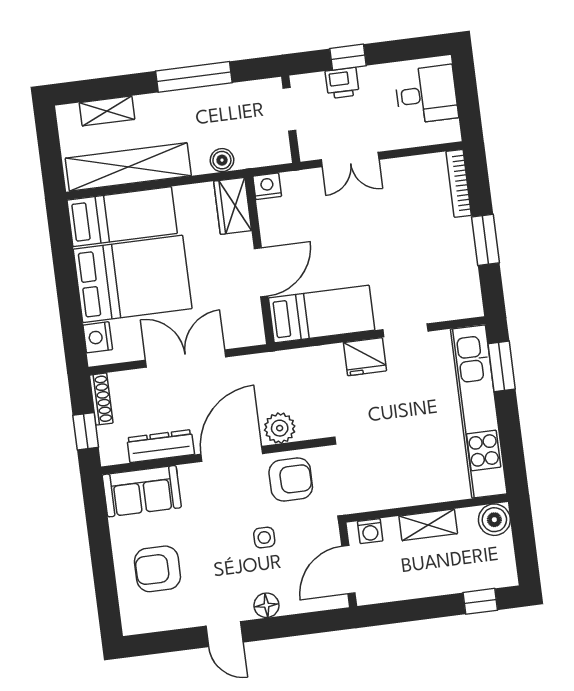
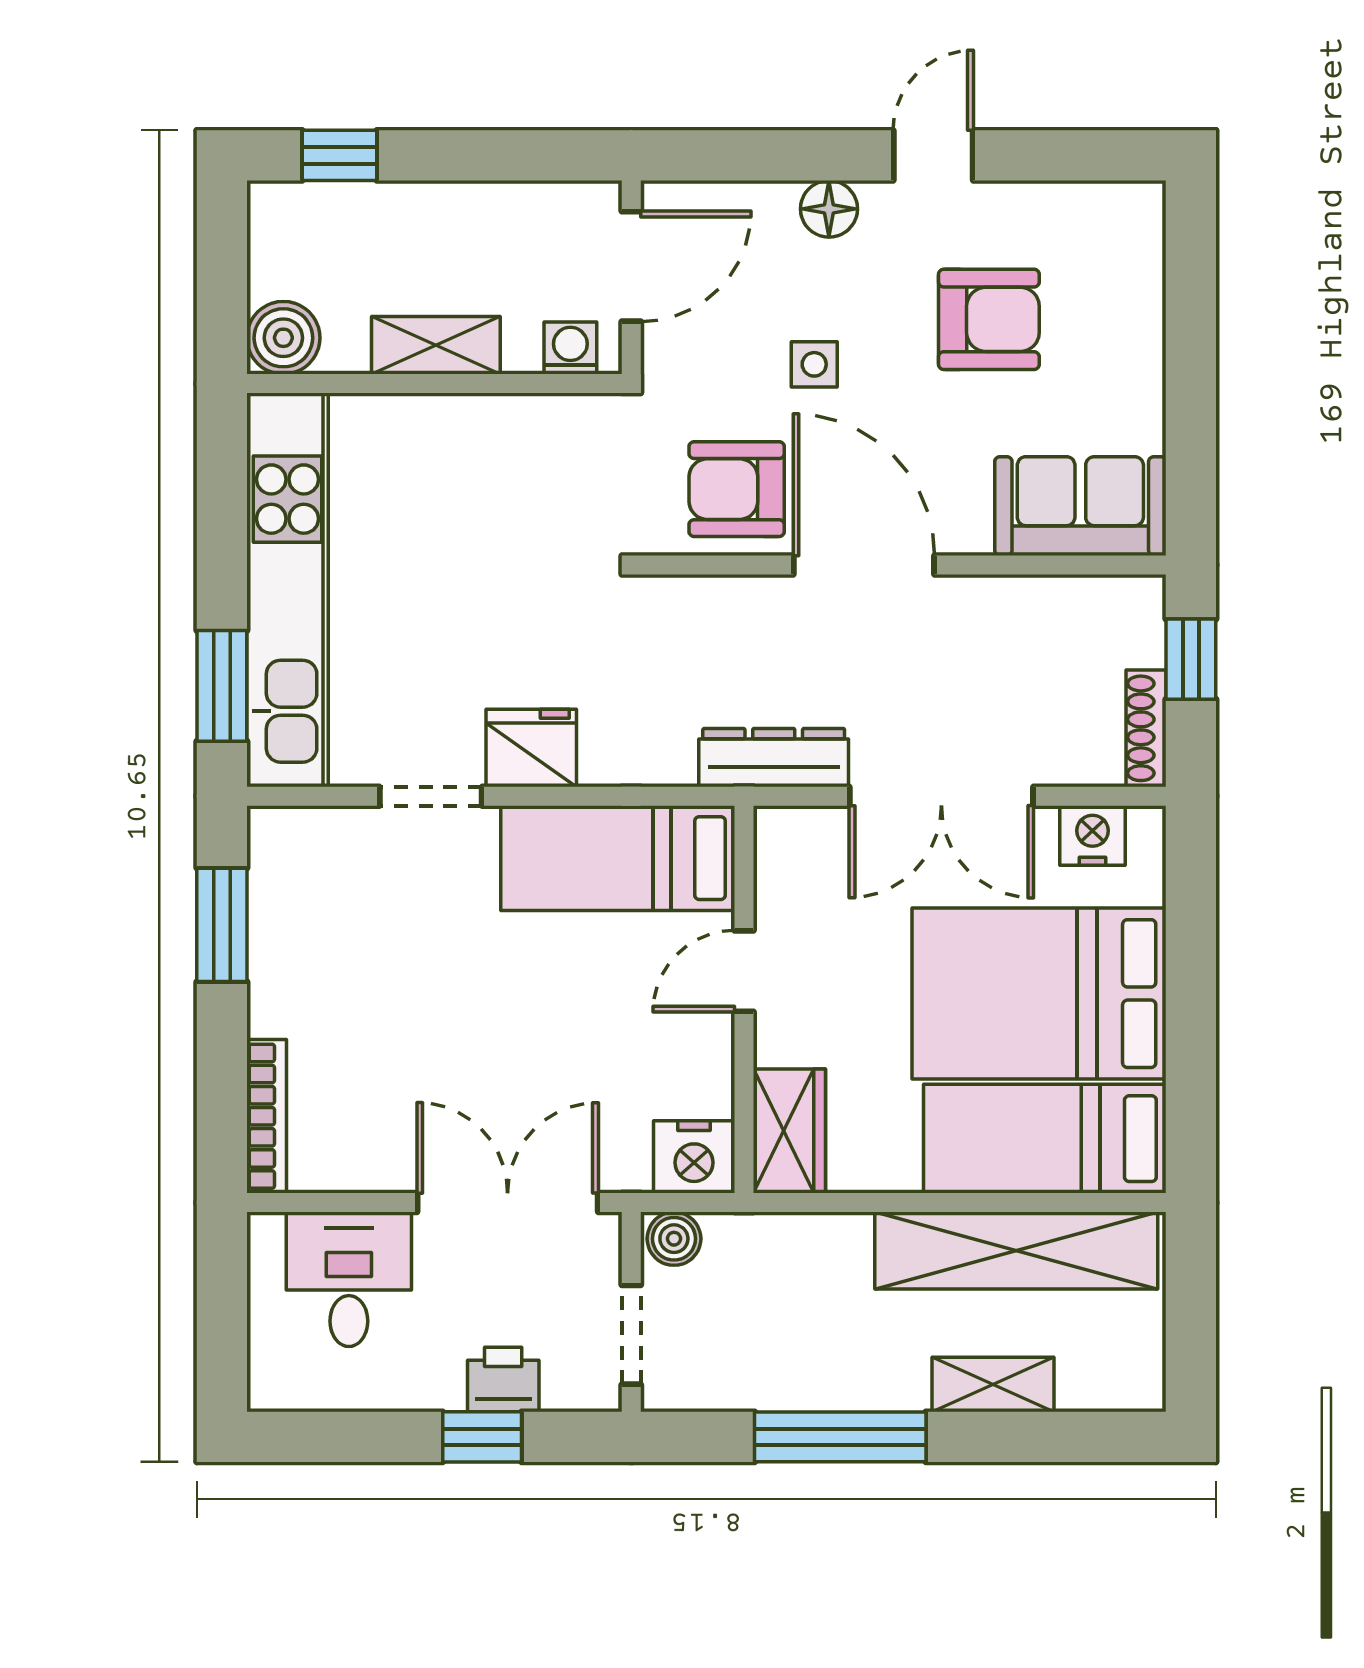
desk: (426, 94) -> (349, 1279), moved, turned 90
shelving: (107, 111) -> (993, 1385), moved
boiler: (222, 160) -> (674, 1239), moved
double door: (350, 160) -> (508, 1203), width x1.37
nightstand: (267, 186) -> (694, 1157), width x1.36, depth x1.33
window: (485, 240) -> (222, 925), moved
door: (261, 272) -> (744, 971), width x0.73
nightstand: (98, 337) -> (1093, 836), moved, turned -90
plant: (280, 428) -> (747, 610), removed
dresser: (161, 446) -> (774, 758), moved, turned 180
door: (232, 454) -> (864, 565), swing flipped
armchair: (157, 569) -> (989, 319), moved
door: (224, 634) -> (933, 155), hinge flipped

